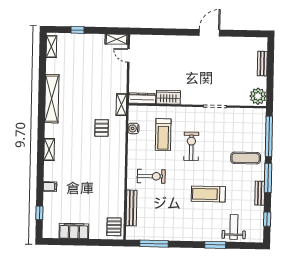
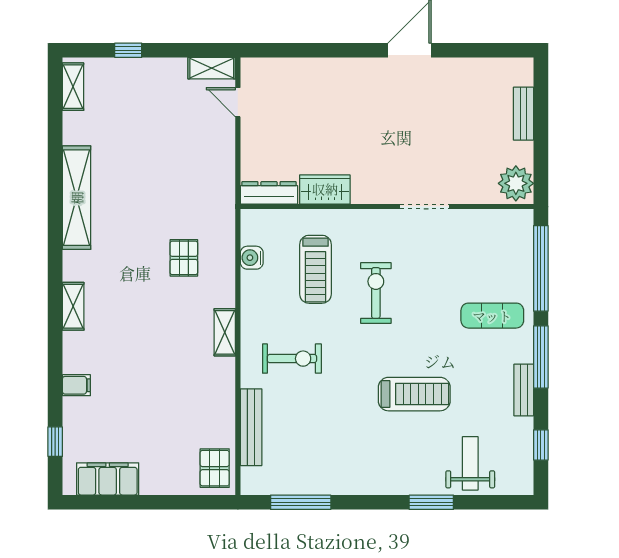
shelving: (121, 105) -> (225, 332), moved
treadmill: (208, 194) -> (414, 394), turned 180
filing cabinet: (74, 231) -> (108, 479), moved

